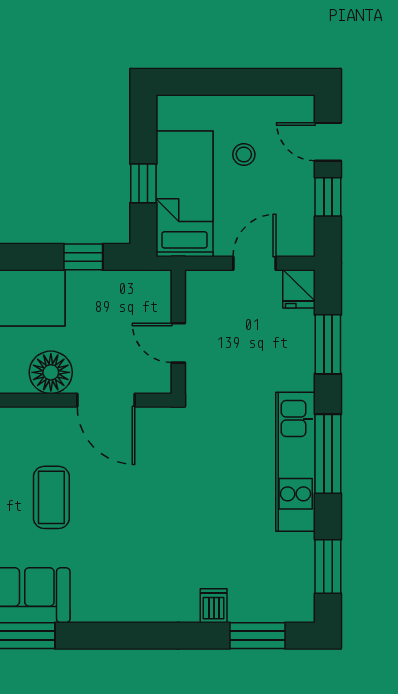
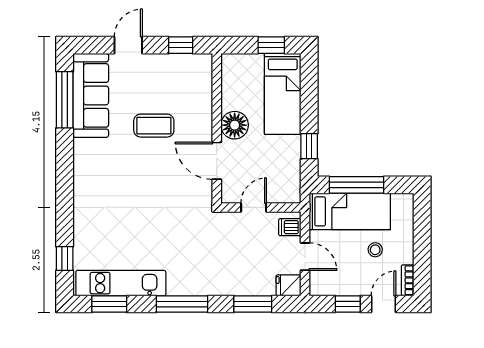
bookcase: (291, 104) -> (408, 280), added
window: (143, 183) -> (357, 185), width x2.17
door: (106, 400) -> (217, 161), hinge flipped
kitchen unit: (296, 462) -> (121, 283), moved
dishwasher: (214, 606) -> (290, 227), moved, turned 180
window: (257, 636) -> (65, 259), width x0.67

